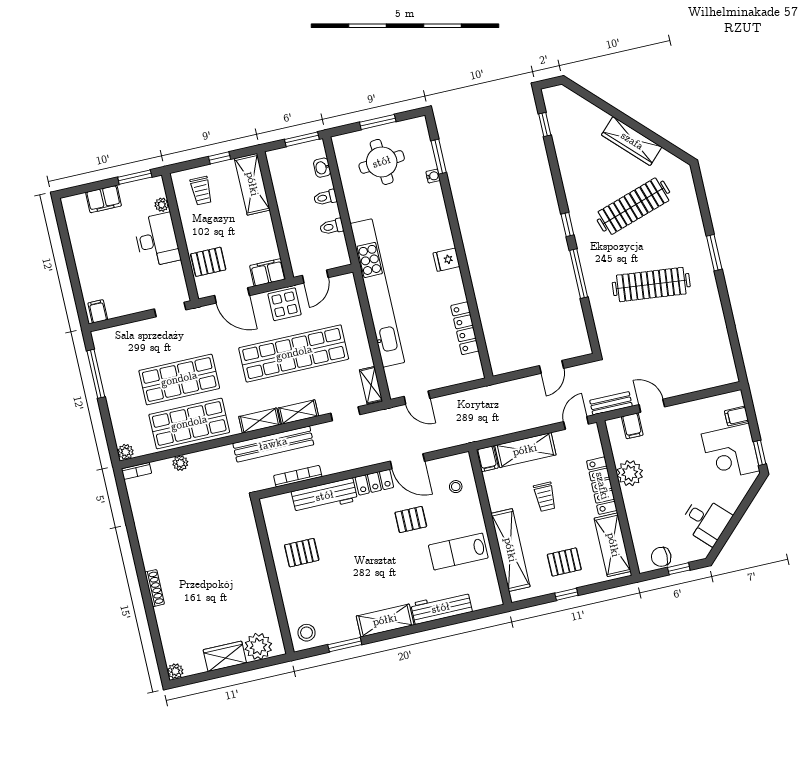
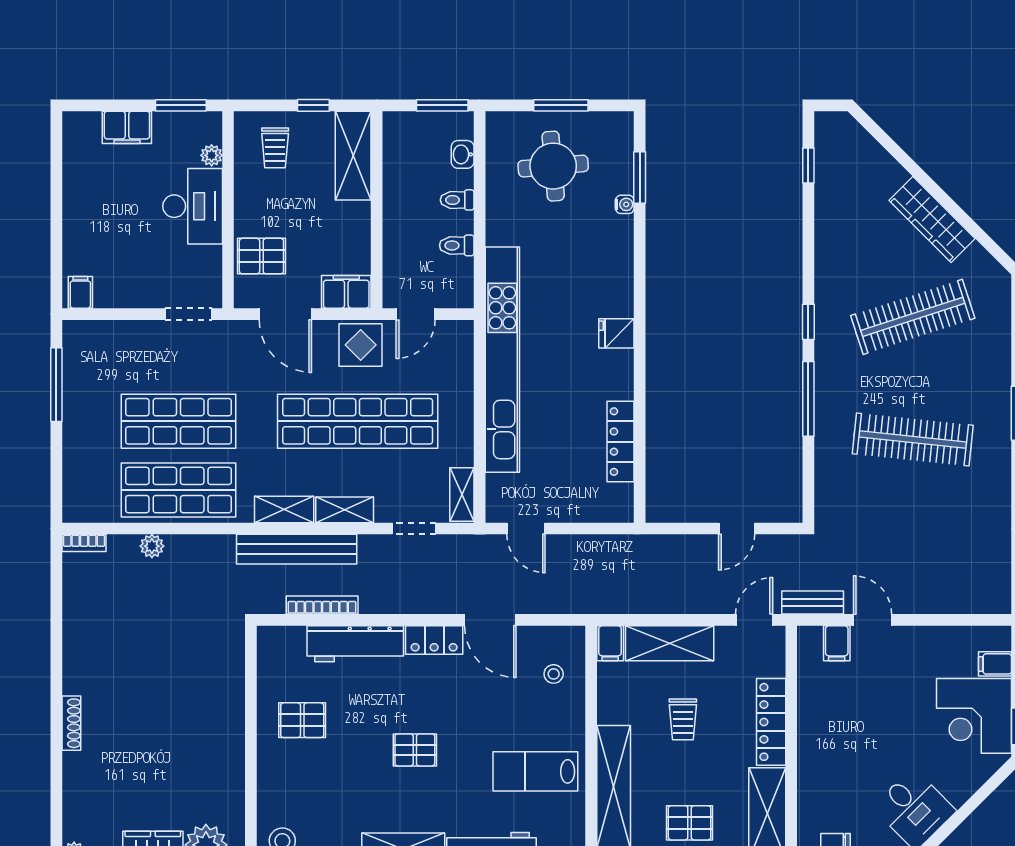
plant: (126, 452) -> (74, 511), removed
plant: (630, 473) -> (817, 713), removed
pallet: (411, 520) -> (415, 750), moved

